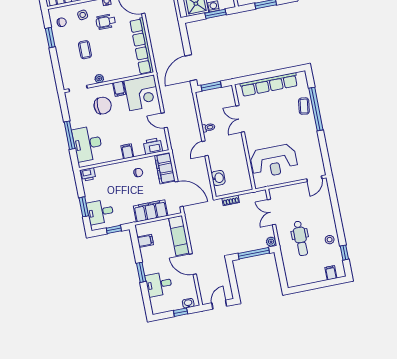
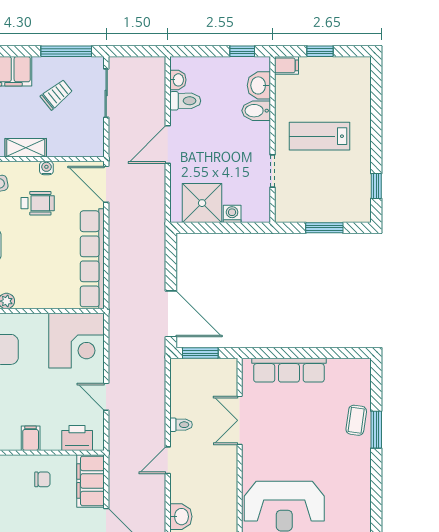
window: (216, 14) -> (233, 228), removed
wheelchair: (106, 22) -> (38, 203), turned 180
door: (191, 68) -> (171, 314), swing flipped
row of seats: (269, 84) -> (289, 370), width x0.73
filing cabinet: (119, 89) -> (38, 325), removed
window: (316, 109) -> (376, 430), width x0.47

